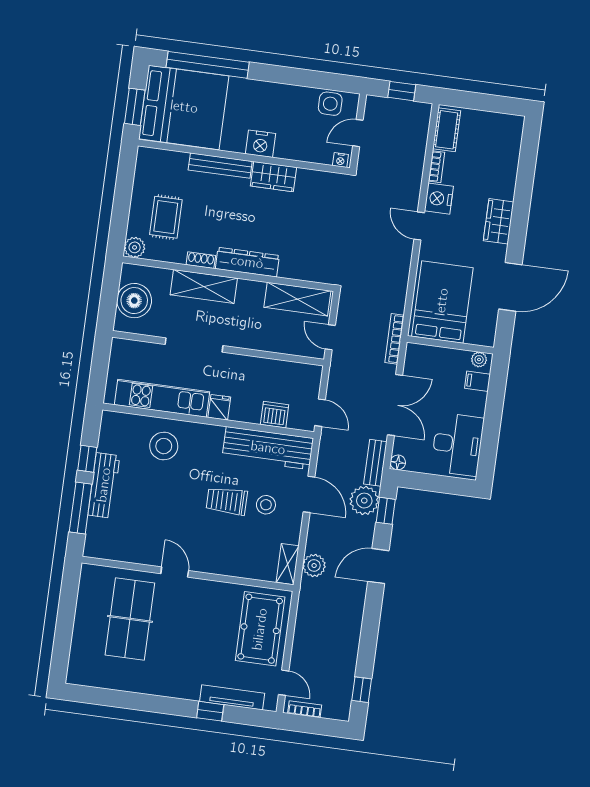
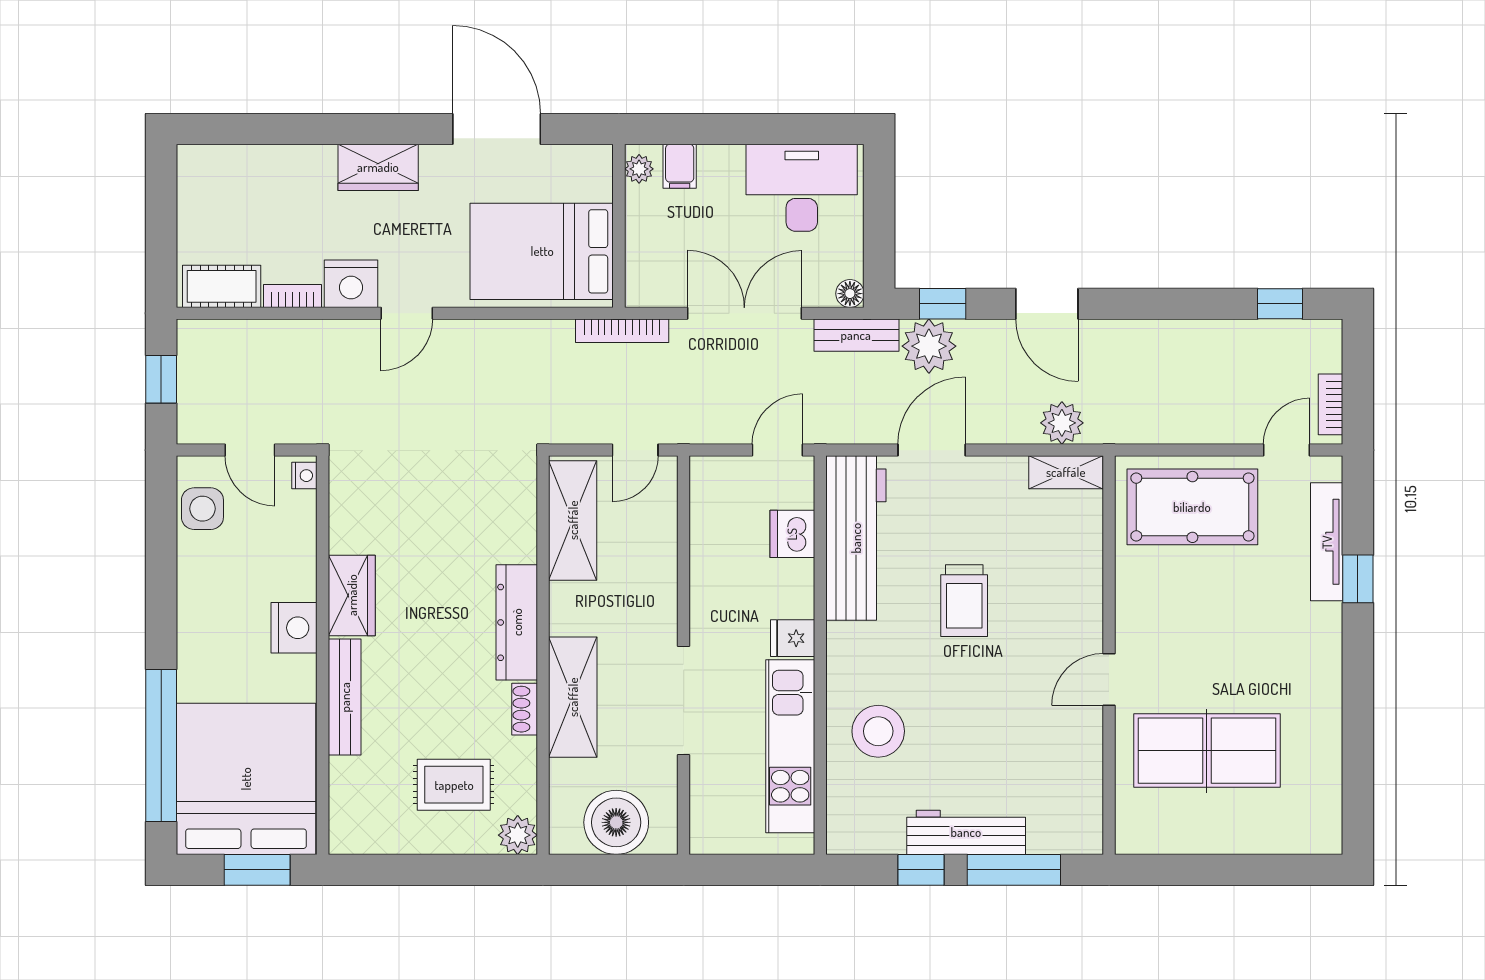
stool: (266, 505) -> (961, 527), removed

